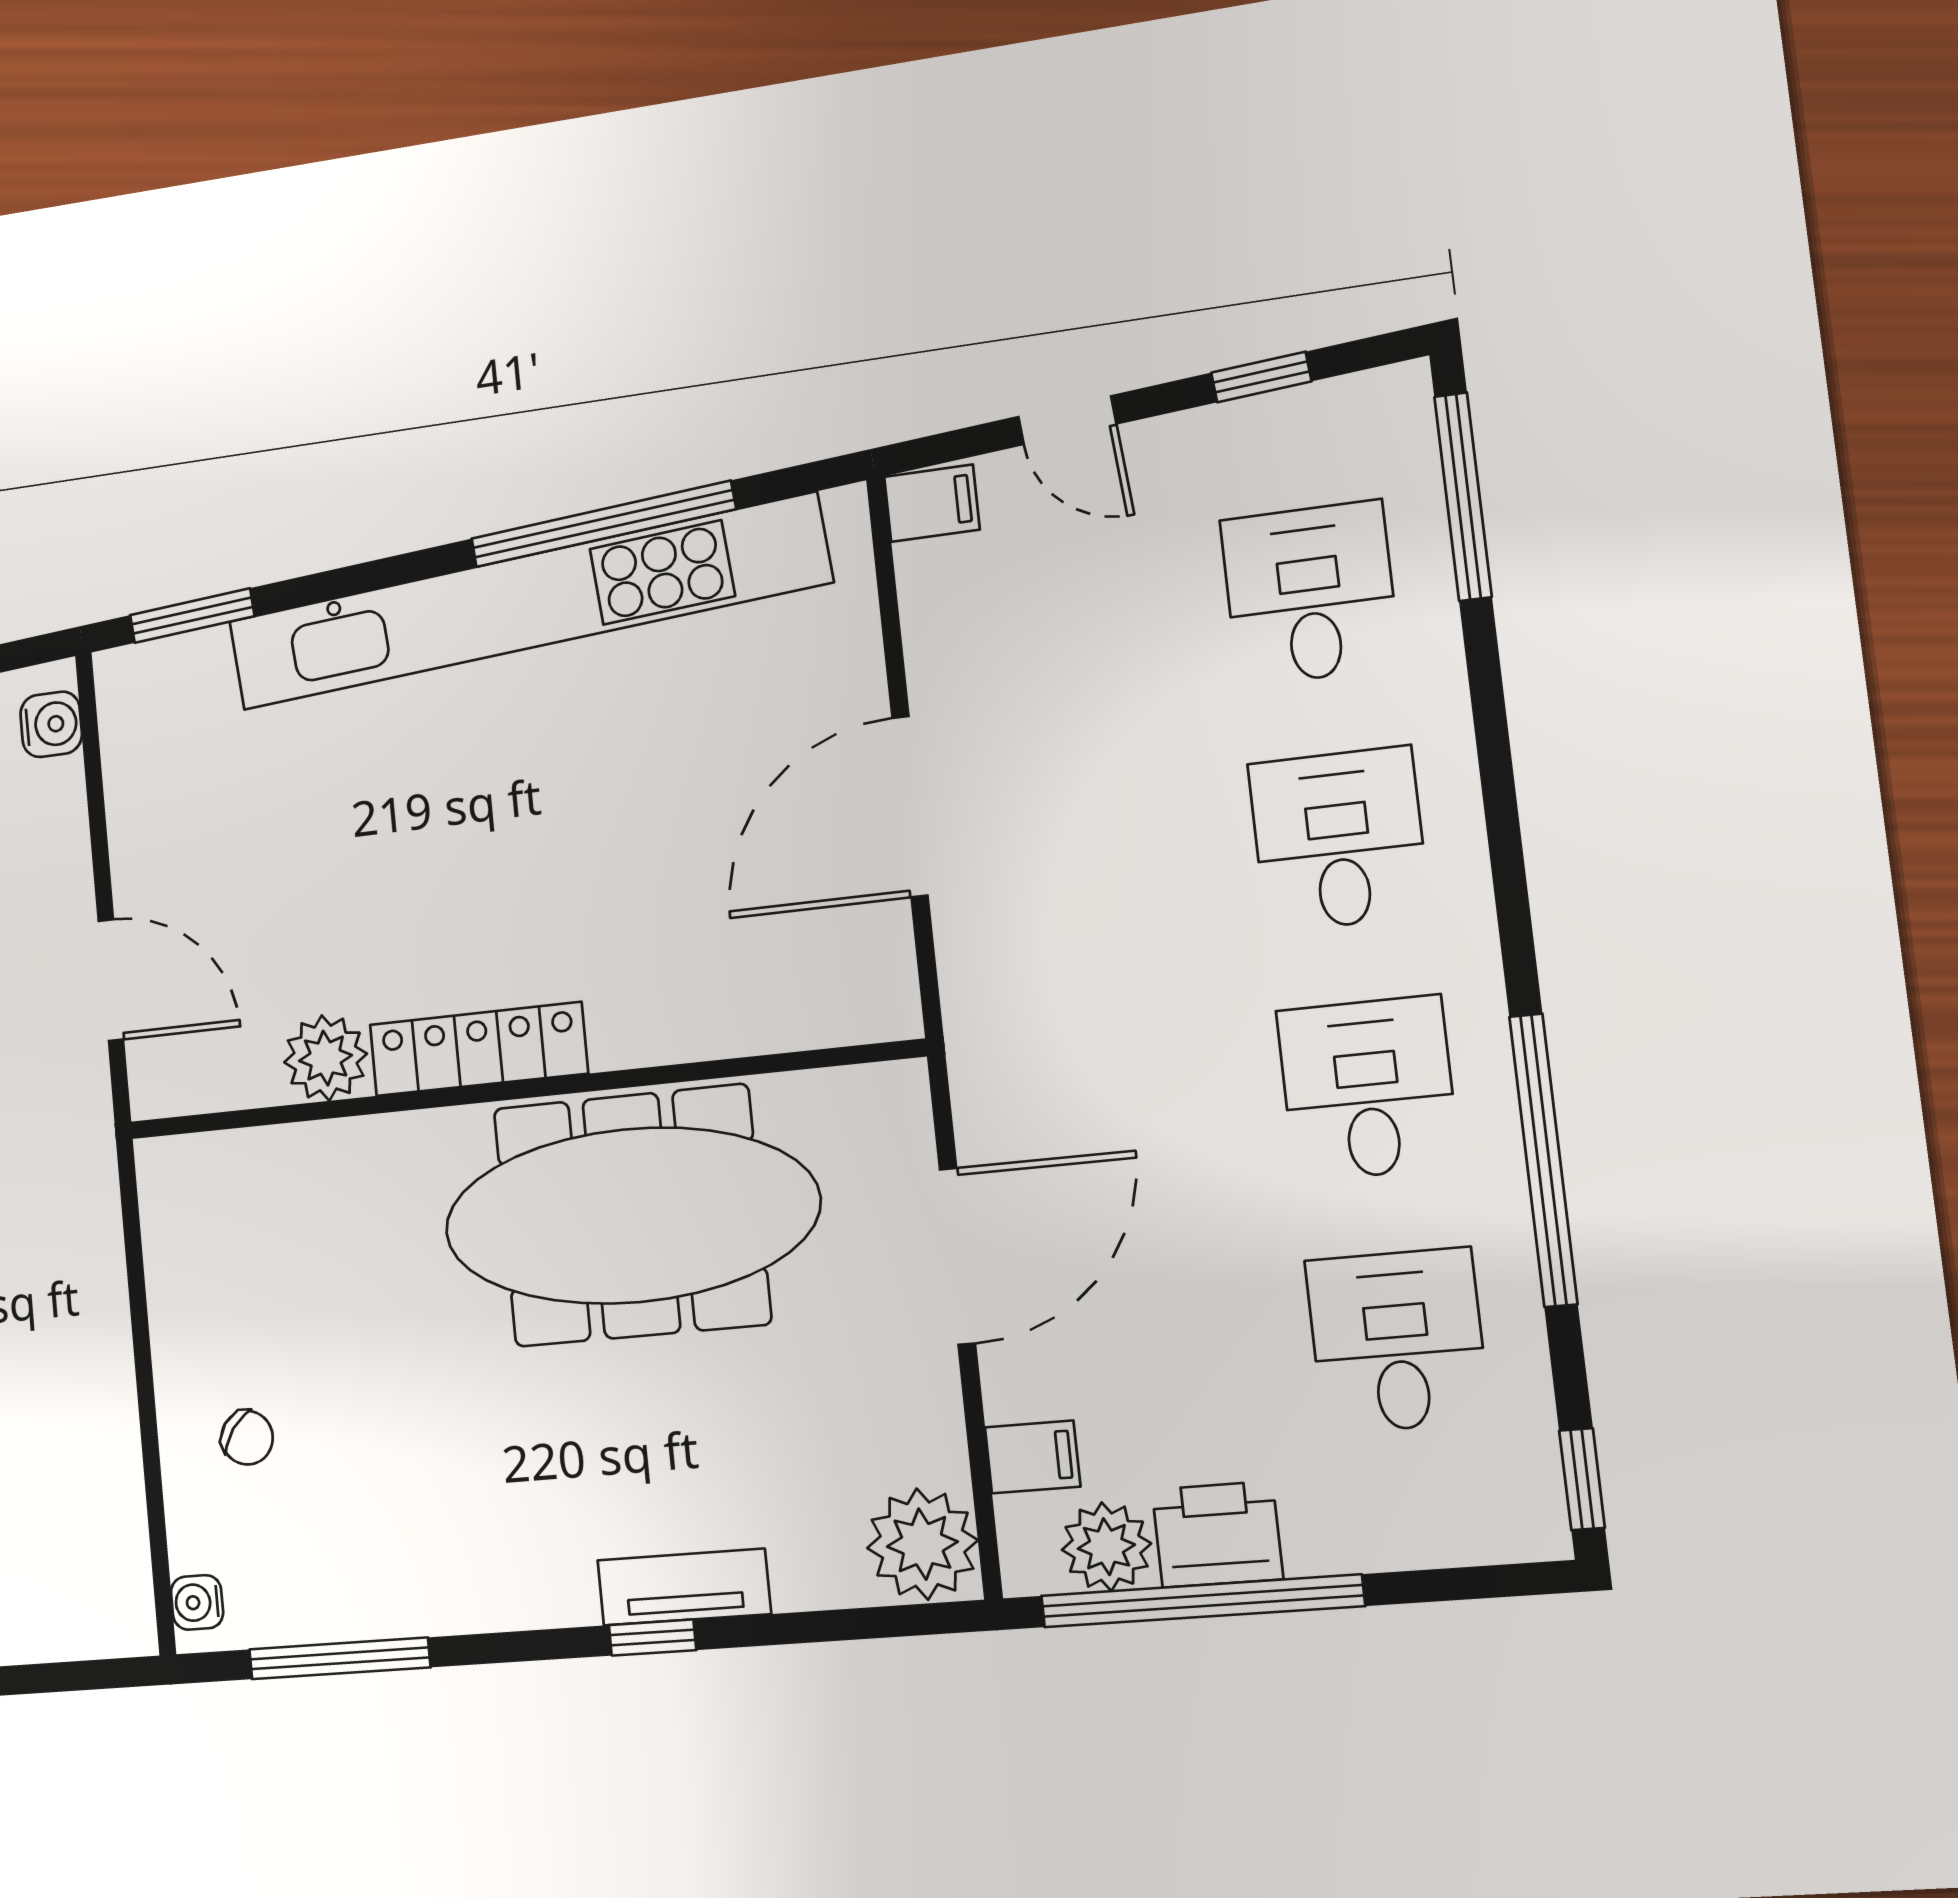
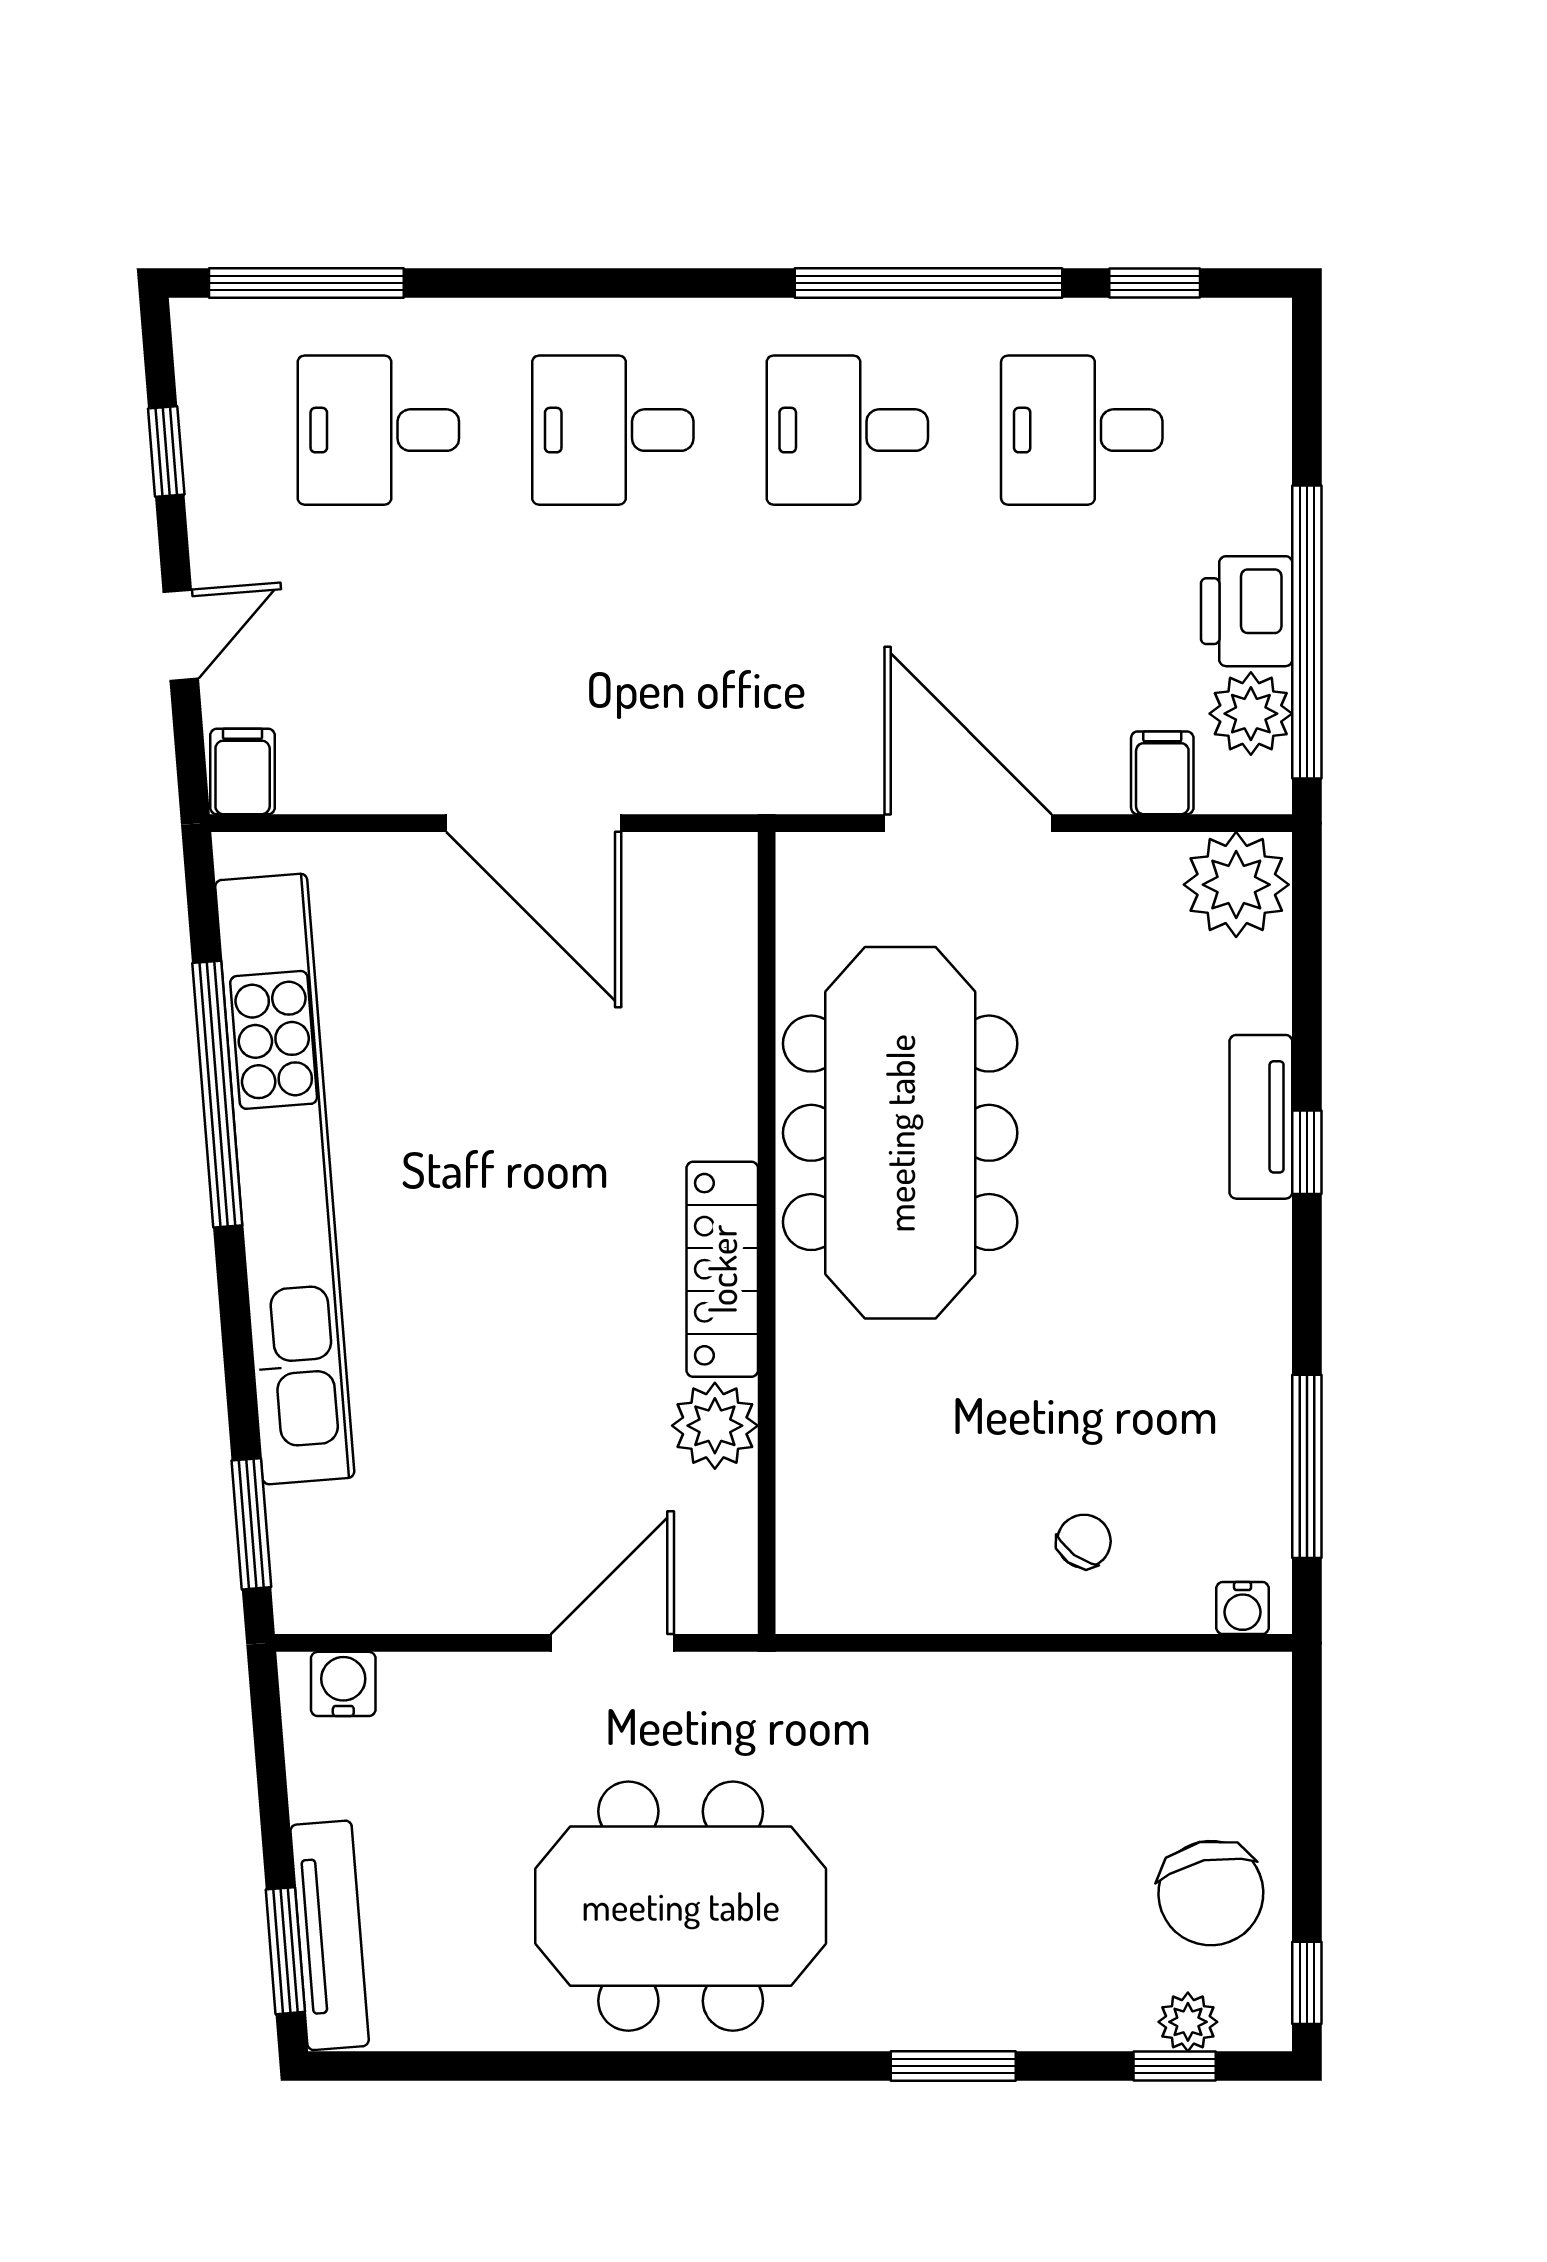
window: (1582, 1479) -> (1155, 283), moved

